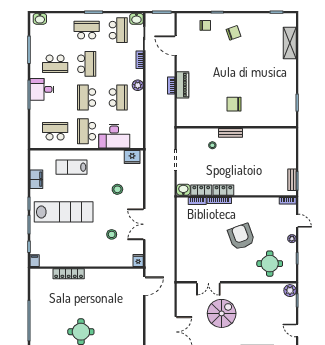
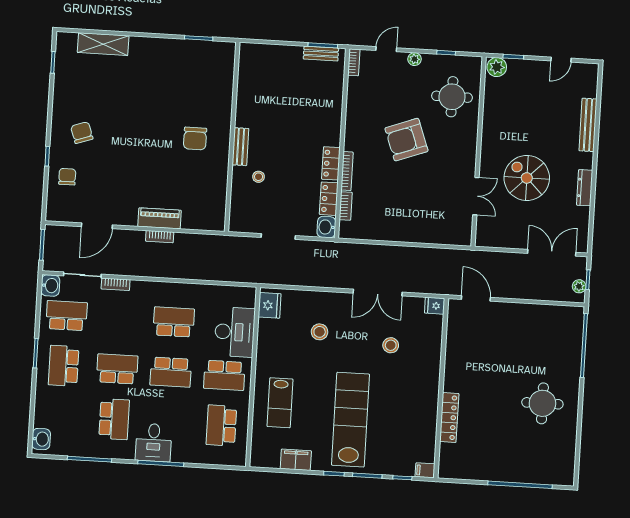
plant: (138, 85) -> (156, 290), removed

